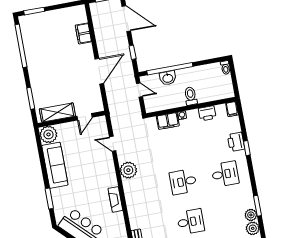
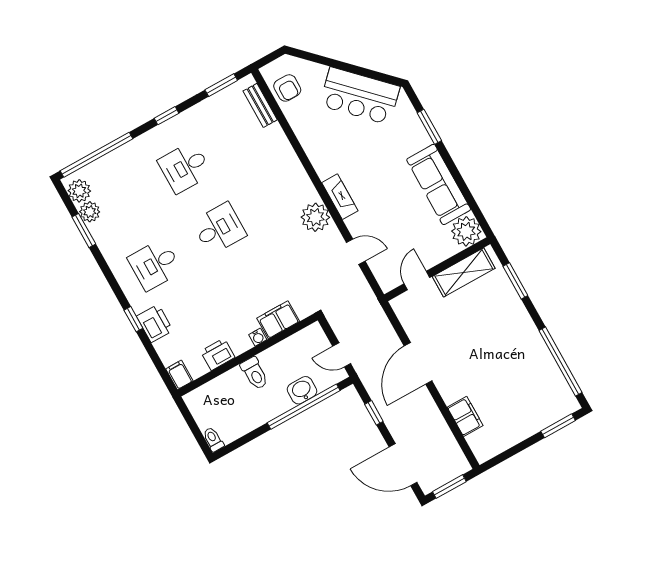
fireplace: (115, 199) -> (340, 197), moved

